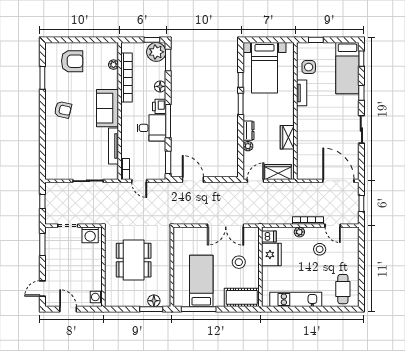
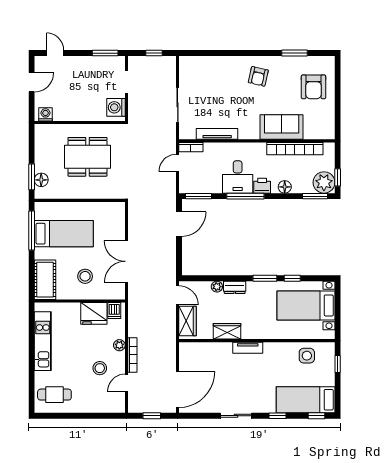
plant: (114, 65) -> (310, 134), removed
tv unit: (302, 93) -> (248, 348), moved
sofa: (108, 108) -> (282, 127), moved

